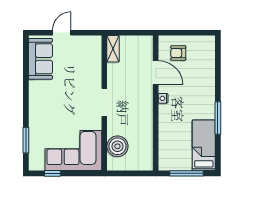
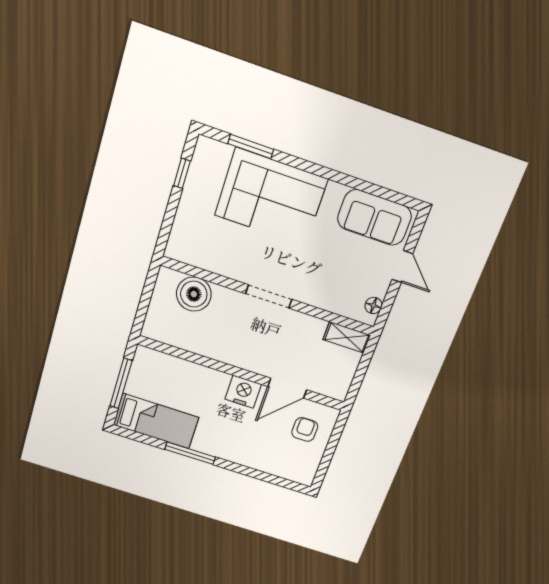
floor lamp: (89, 41) -> (373, 305), added
nightstand: (163, 98) -> (243, 392), width x1.89, depth x1.79
corner sofa: (73, 151) -> (271, 197), moved, turned 90

